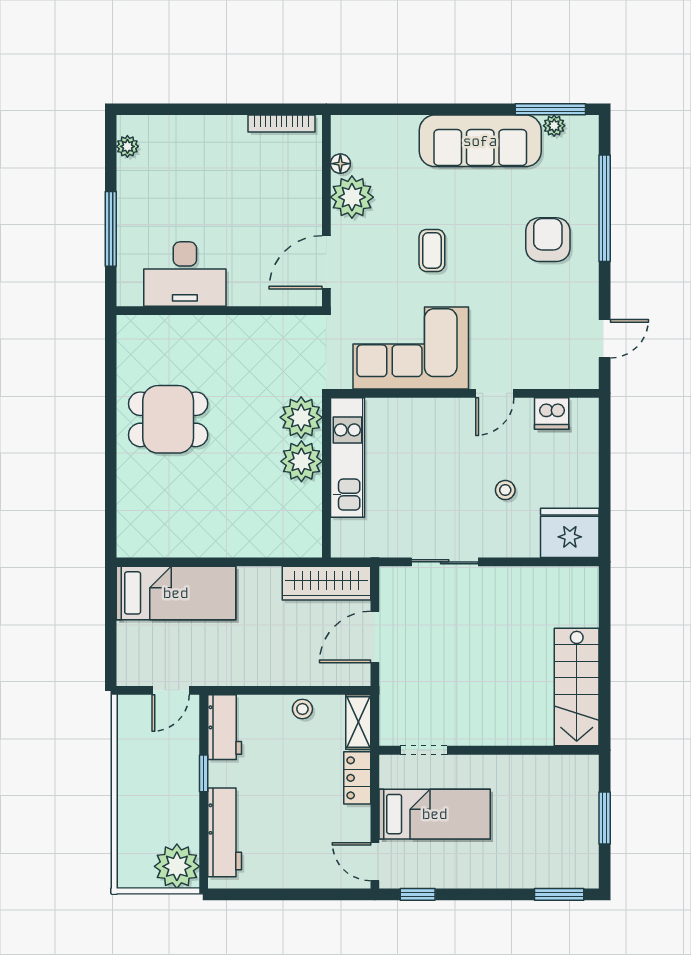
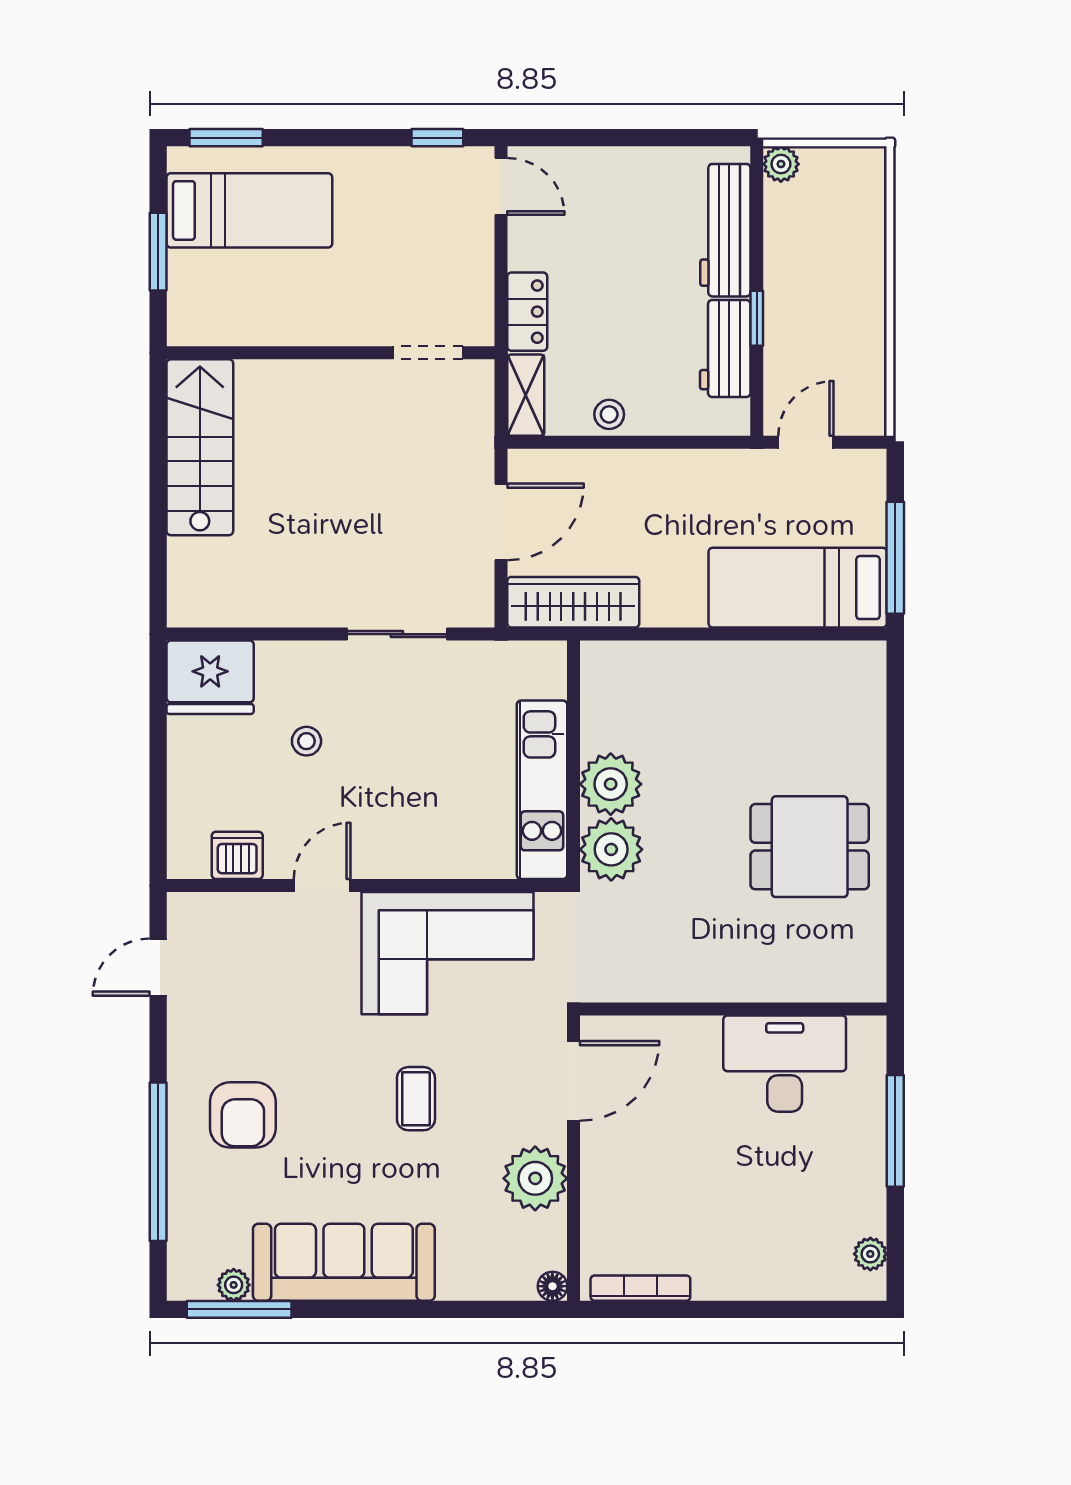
floor lamp: (340, 164) -> (552, 1286), moved
window: (111, 613) -> (895, 558), added
workbench: (225, 727) -> (725, 349), moved
bed: (435, 814) -> (249, 210), moved, turned 180
plant: (177, 866) -> (781, 164), width x0.53, depth x0.53

